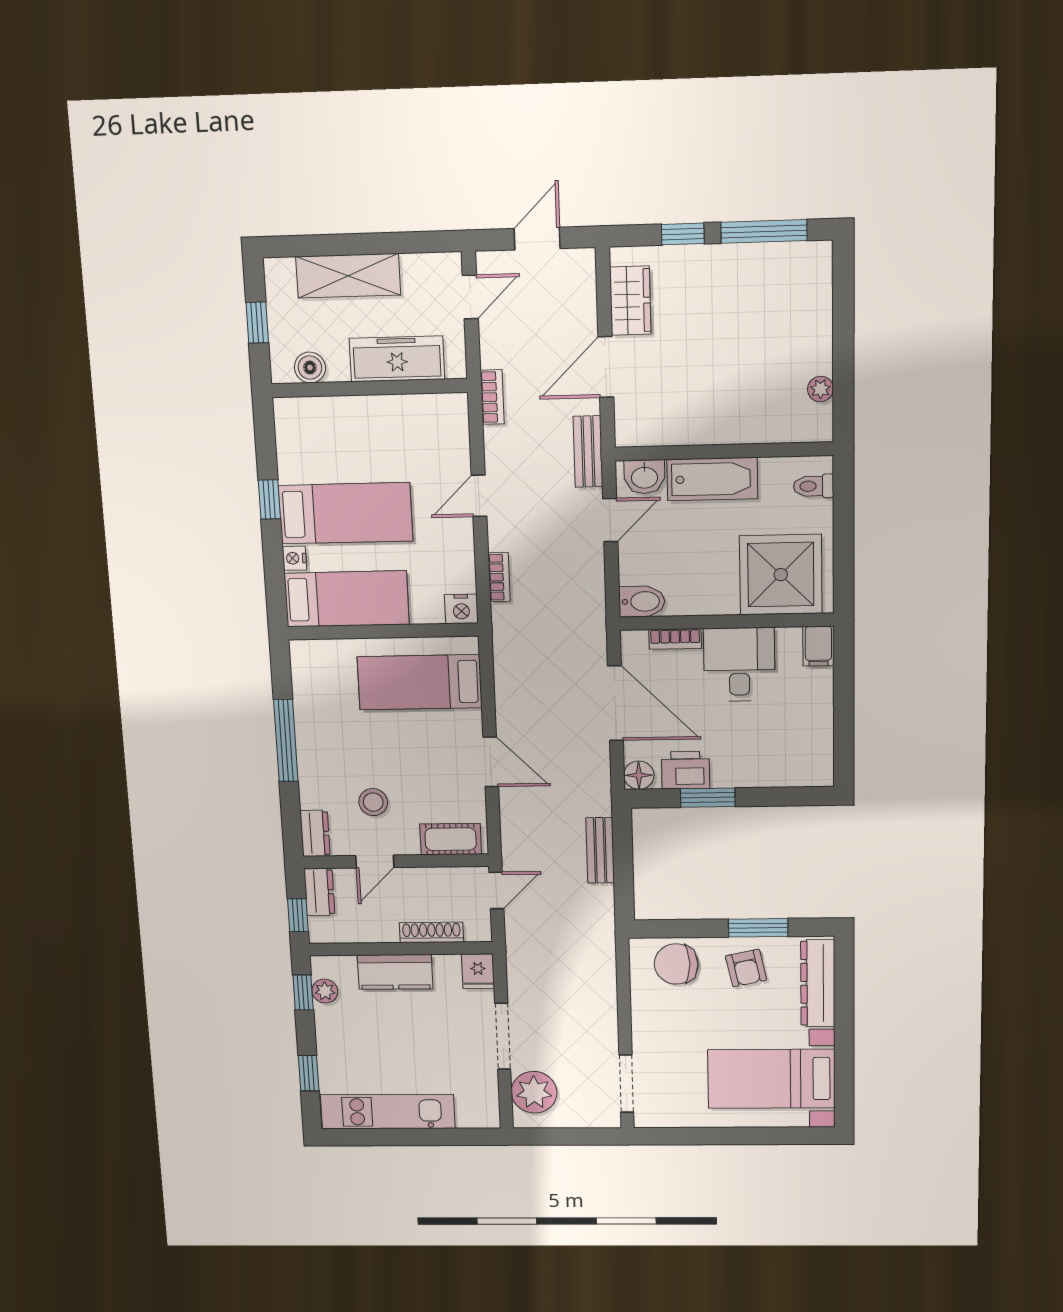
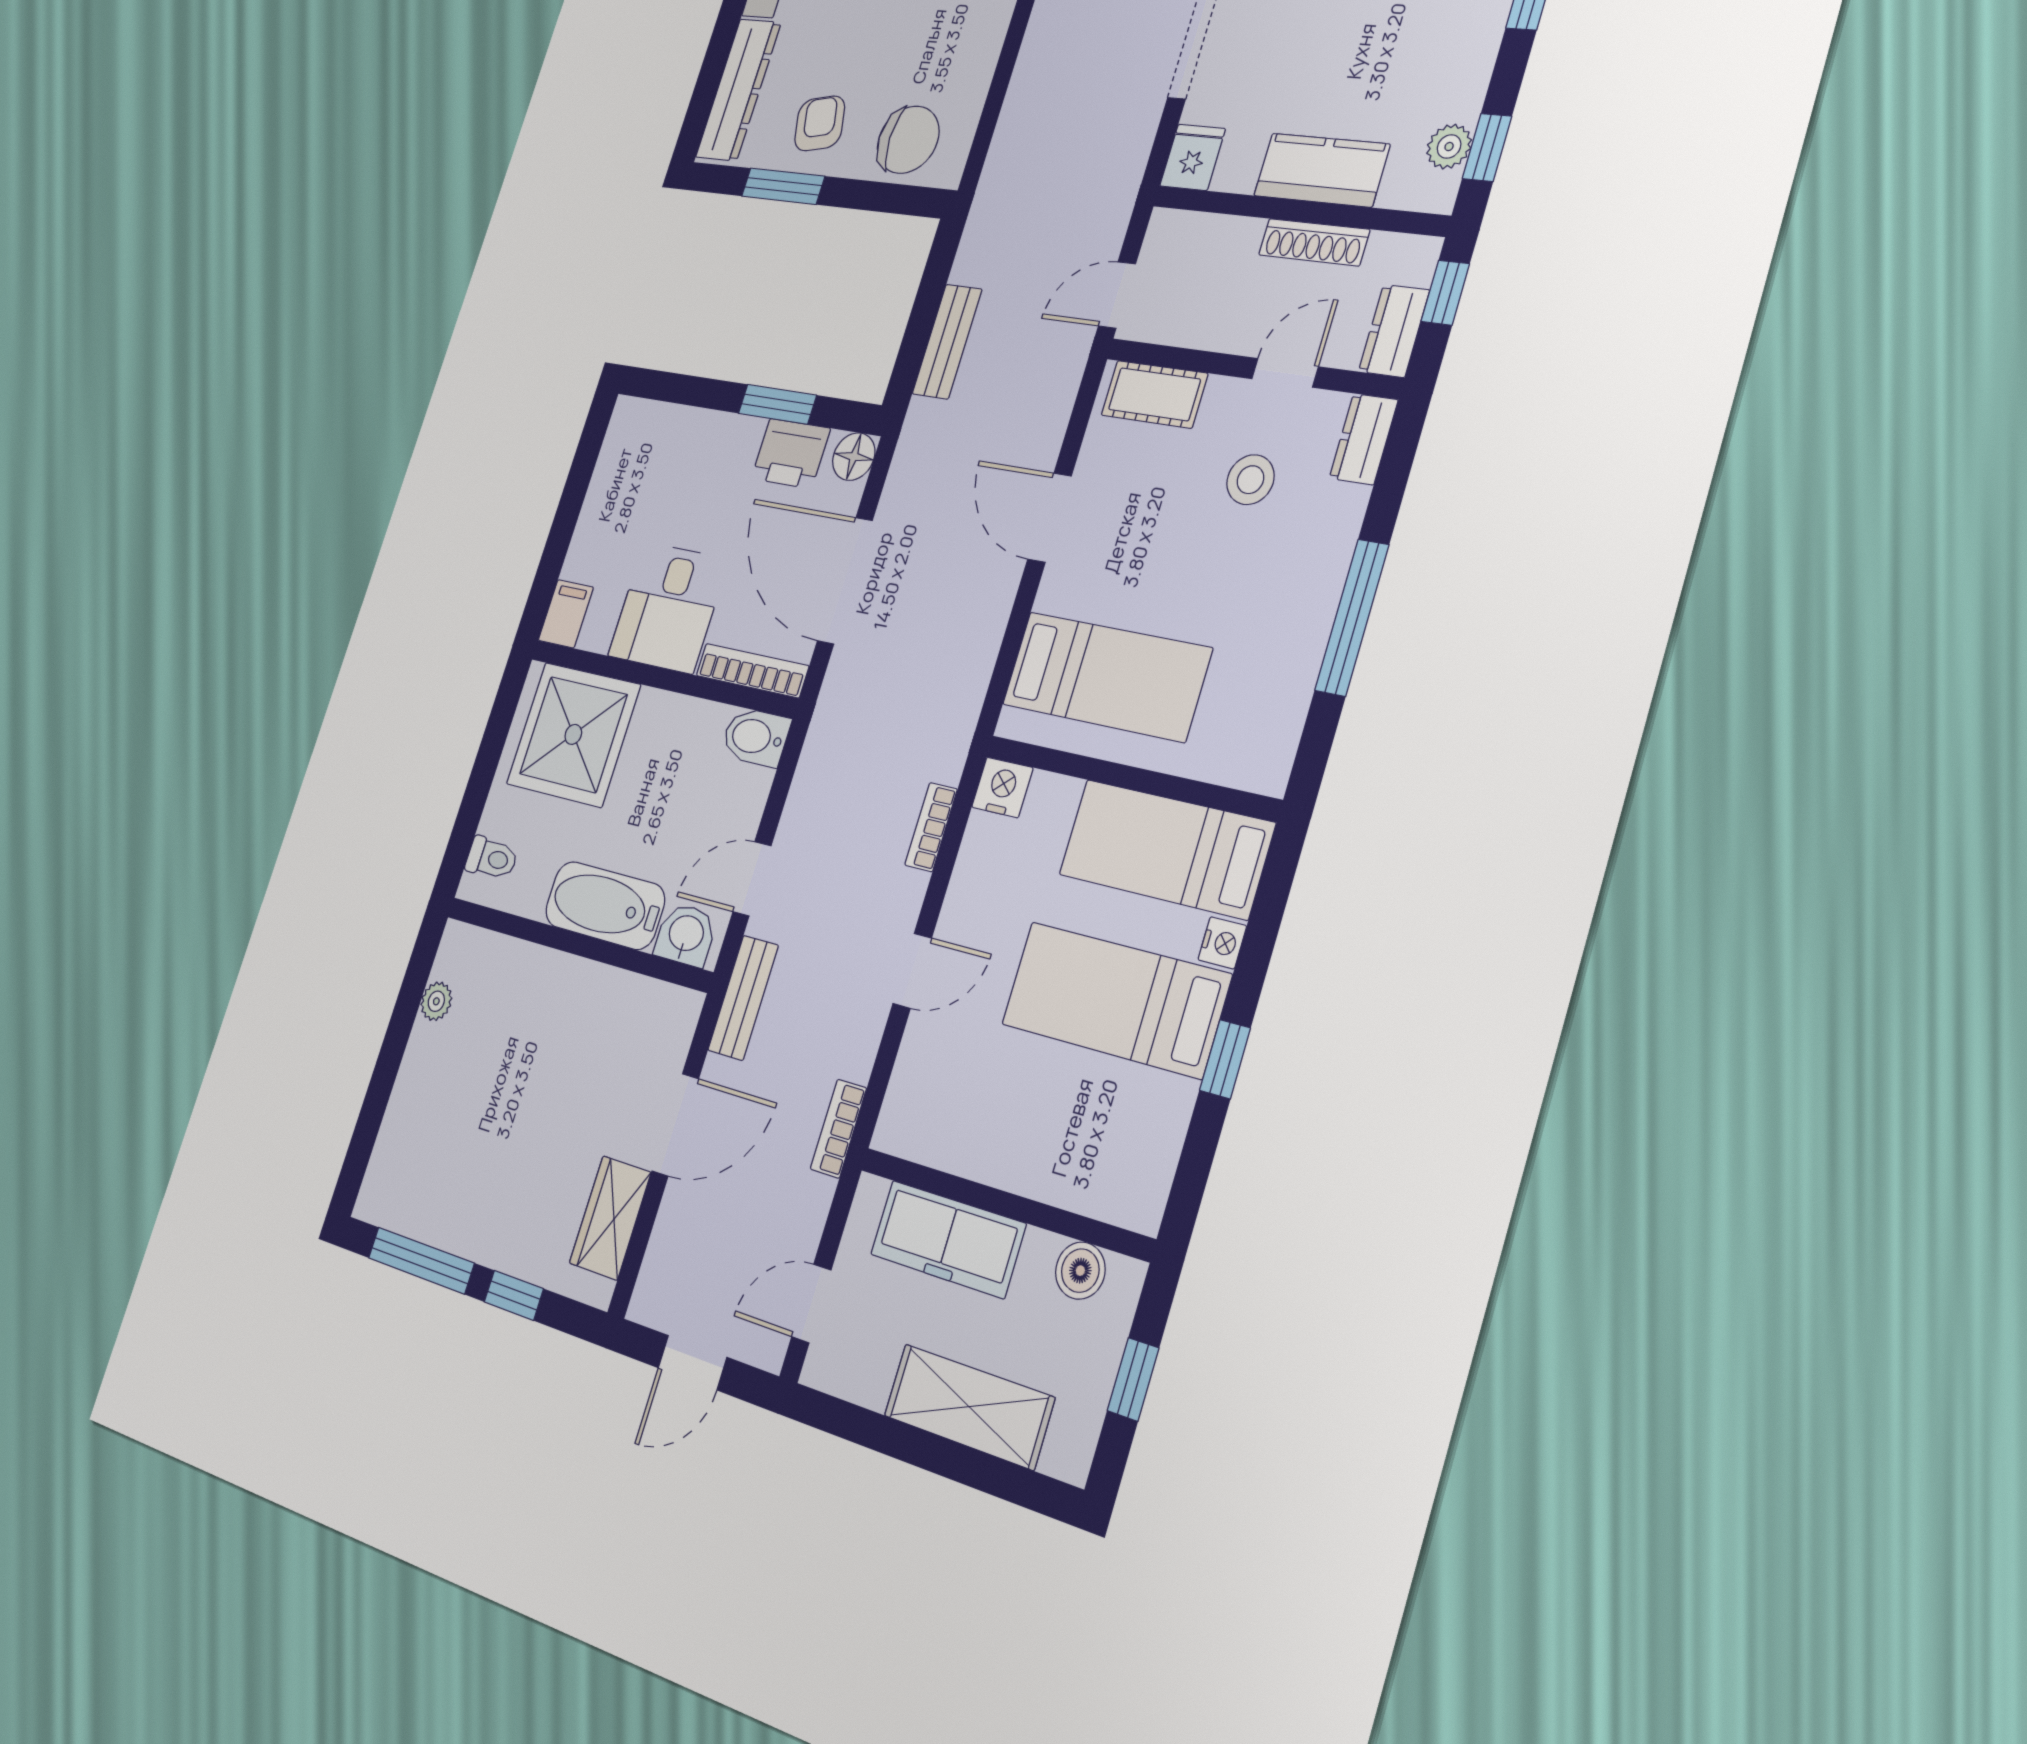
bookcase: (675, 639) -> (752, 671), width x1.56
shoe rack: (431, 932) -> (1314, 242), moved

